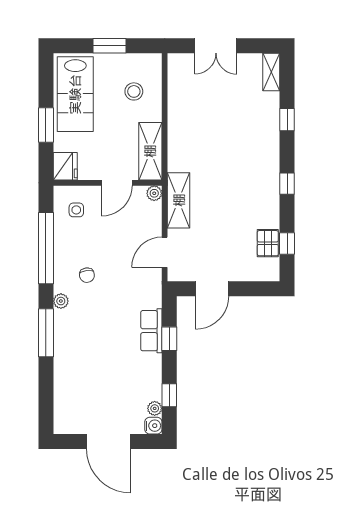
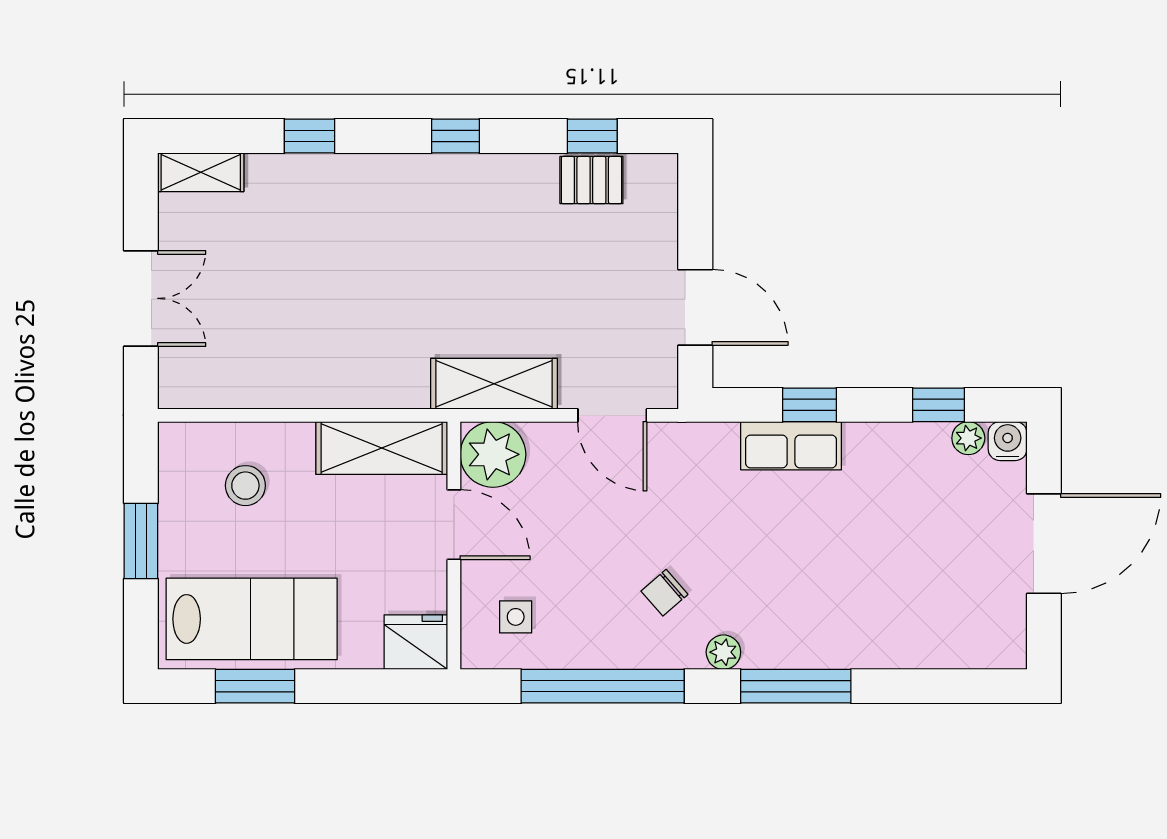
window: (46, 125) -> (255, 686), moved
plant: (154, 193) -> (493, 454), width x1.88, depth x1.88
chair: (87, 275) -> (664, 593), turned 146

